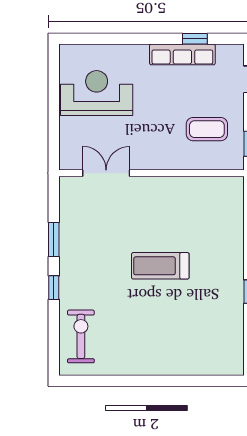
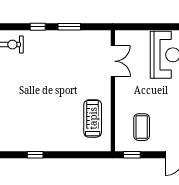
treadmill: (160, 266) -> (93, 118), moved

